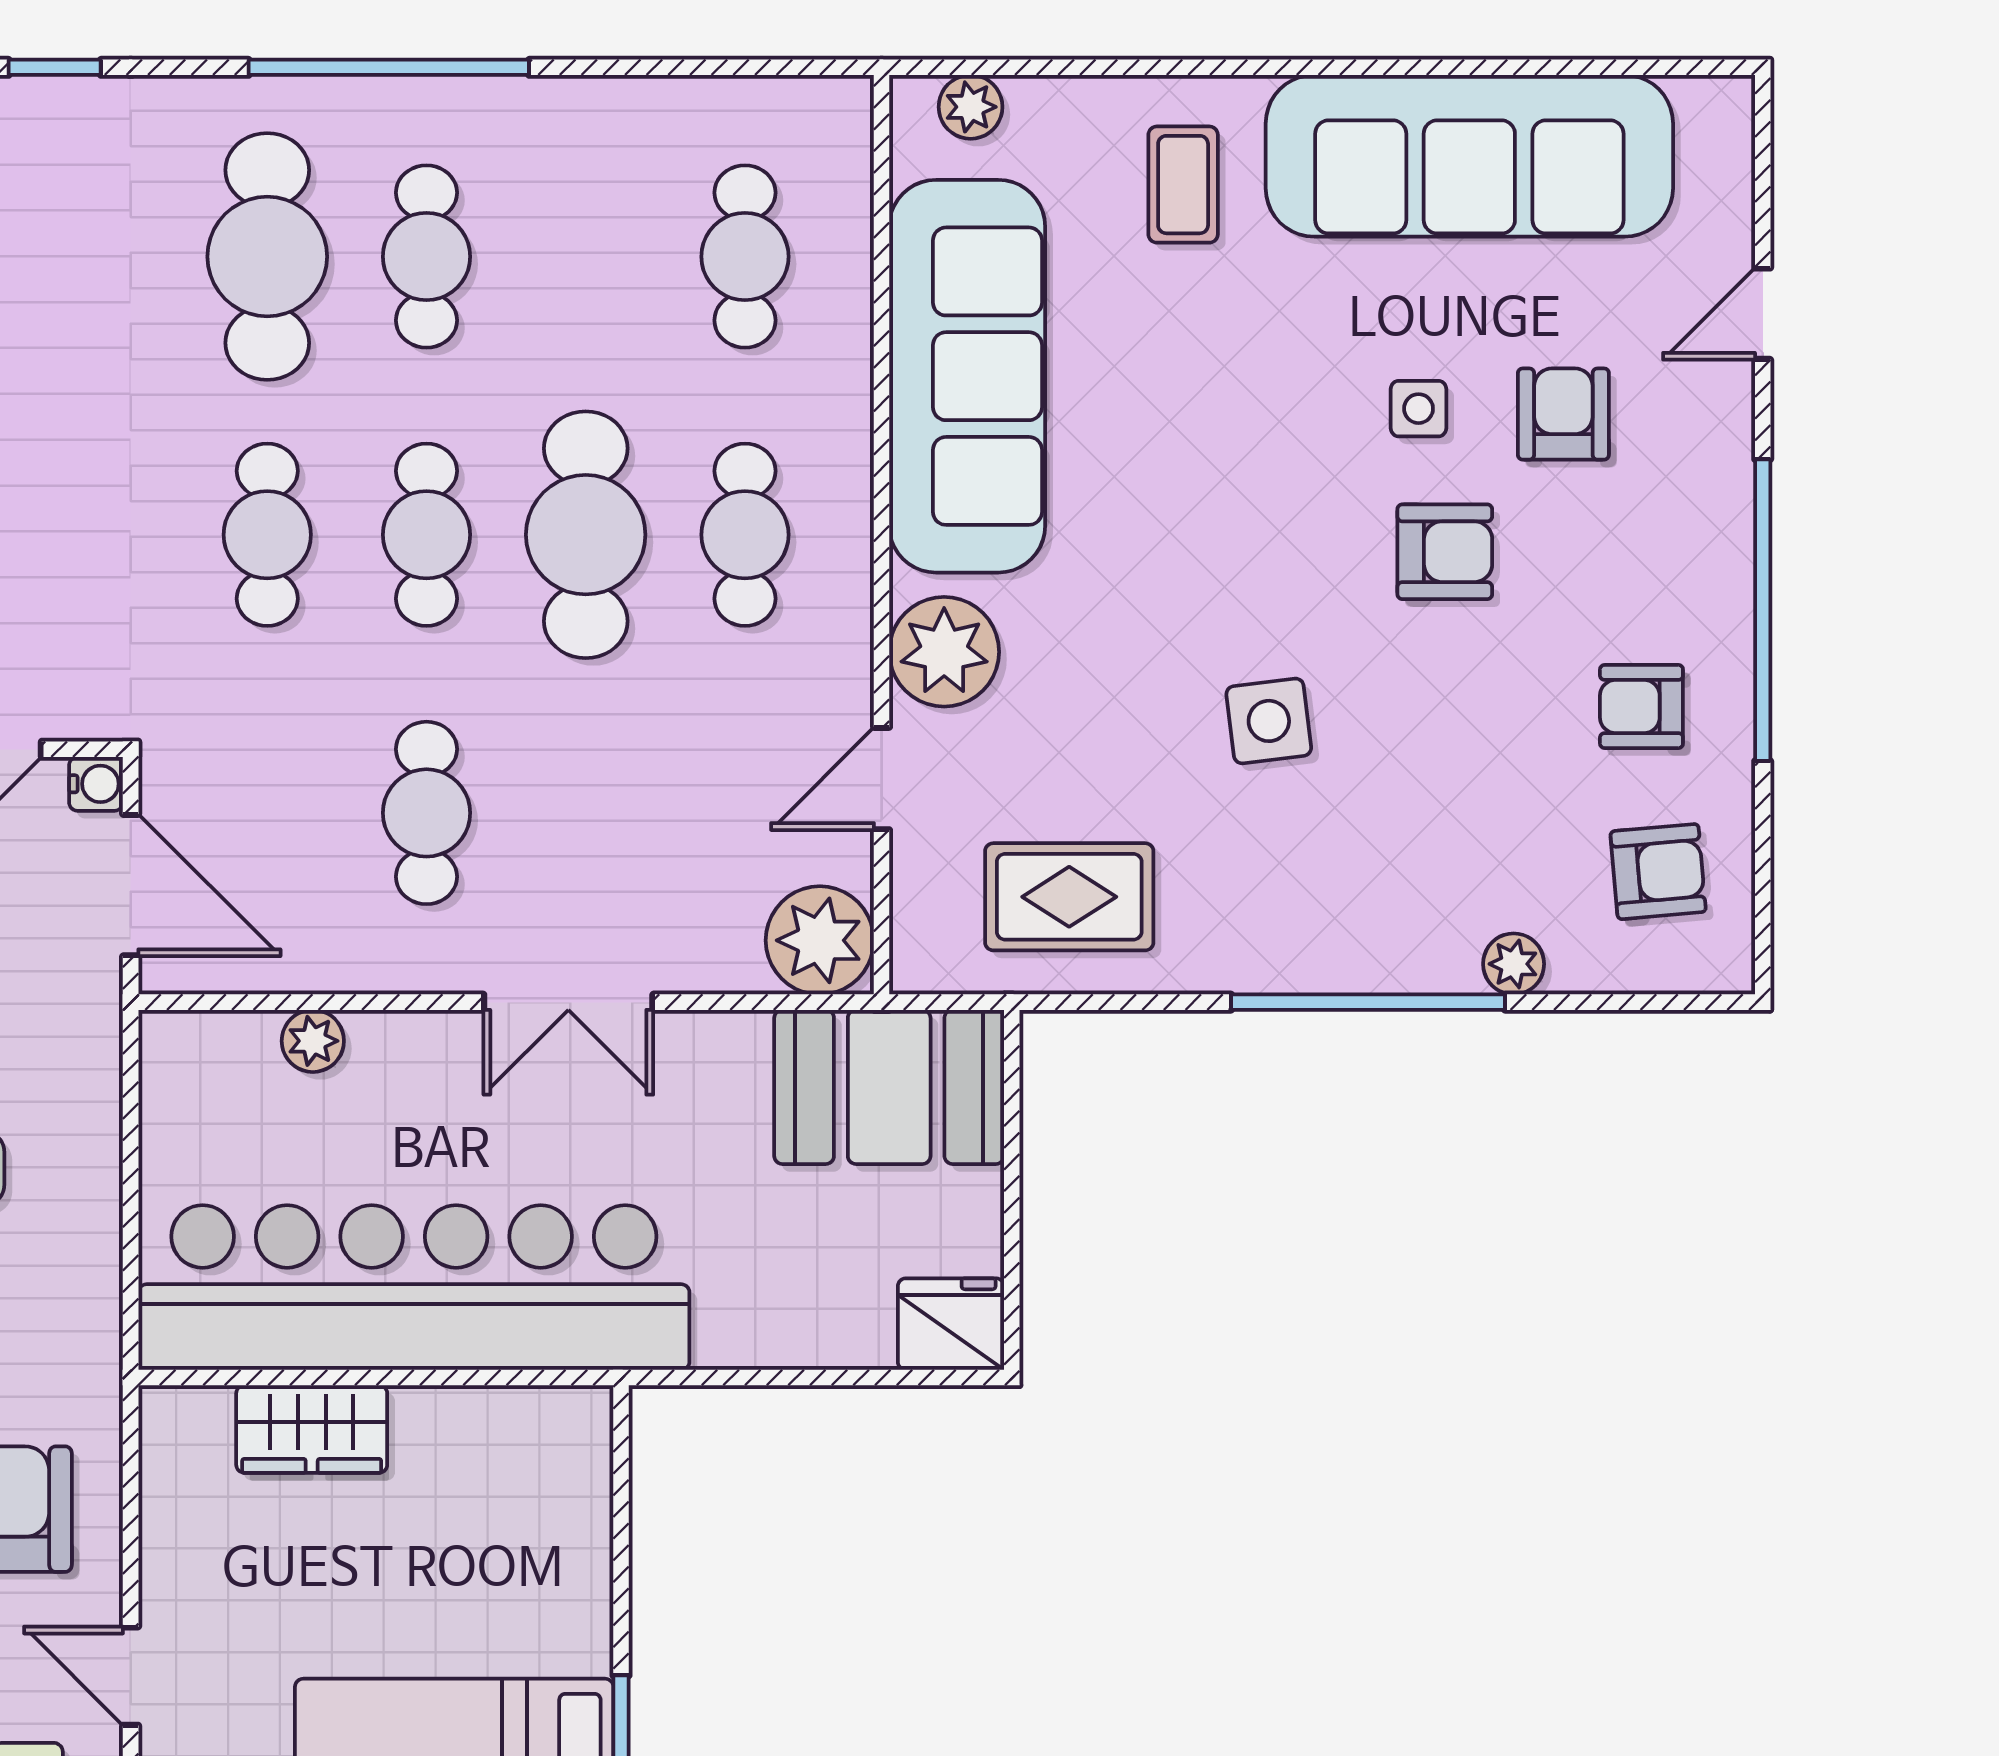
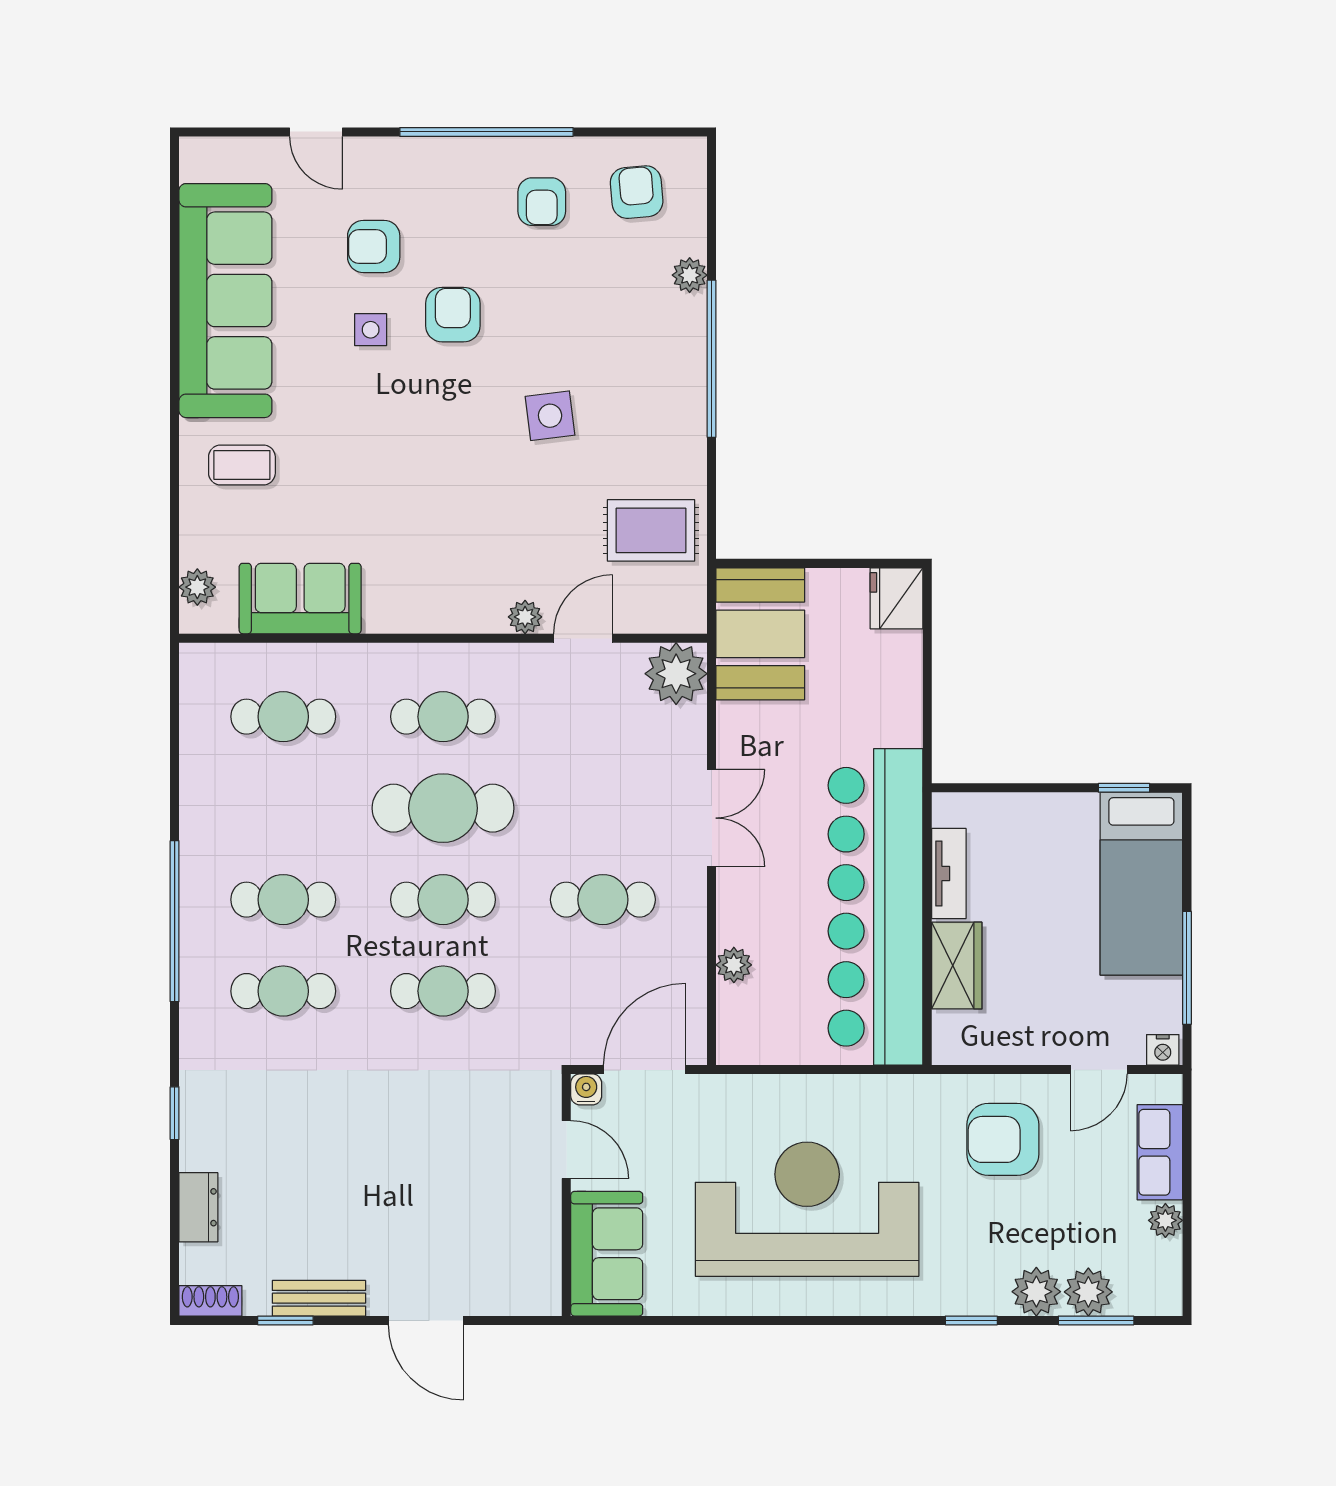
cafe table: (267, 257) -> (283, 991), width x0.73, depth x0.74
sofa: (967, 376) -> (300, 599), width x0.54, depth x0.79
plant: (944, 652) -> (525, 617), width x0.53, depth x0.53
door: (882, 779) -> (583, 638), swing flipped
rug: (1069, 897) -> (651, 530), turned 90
tv unit: (472, 1415) -> (949, 874), added

